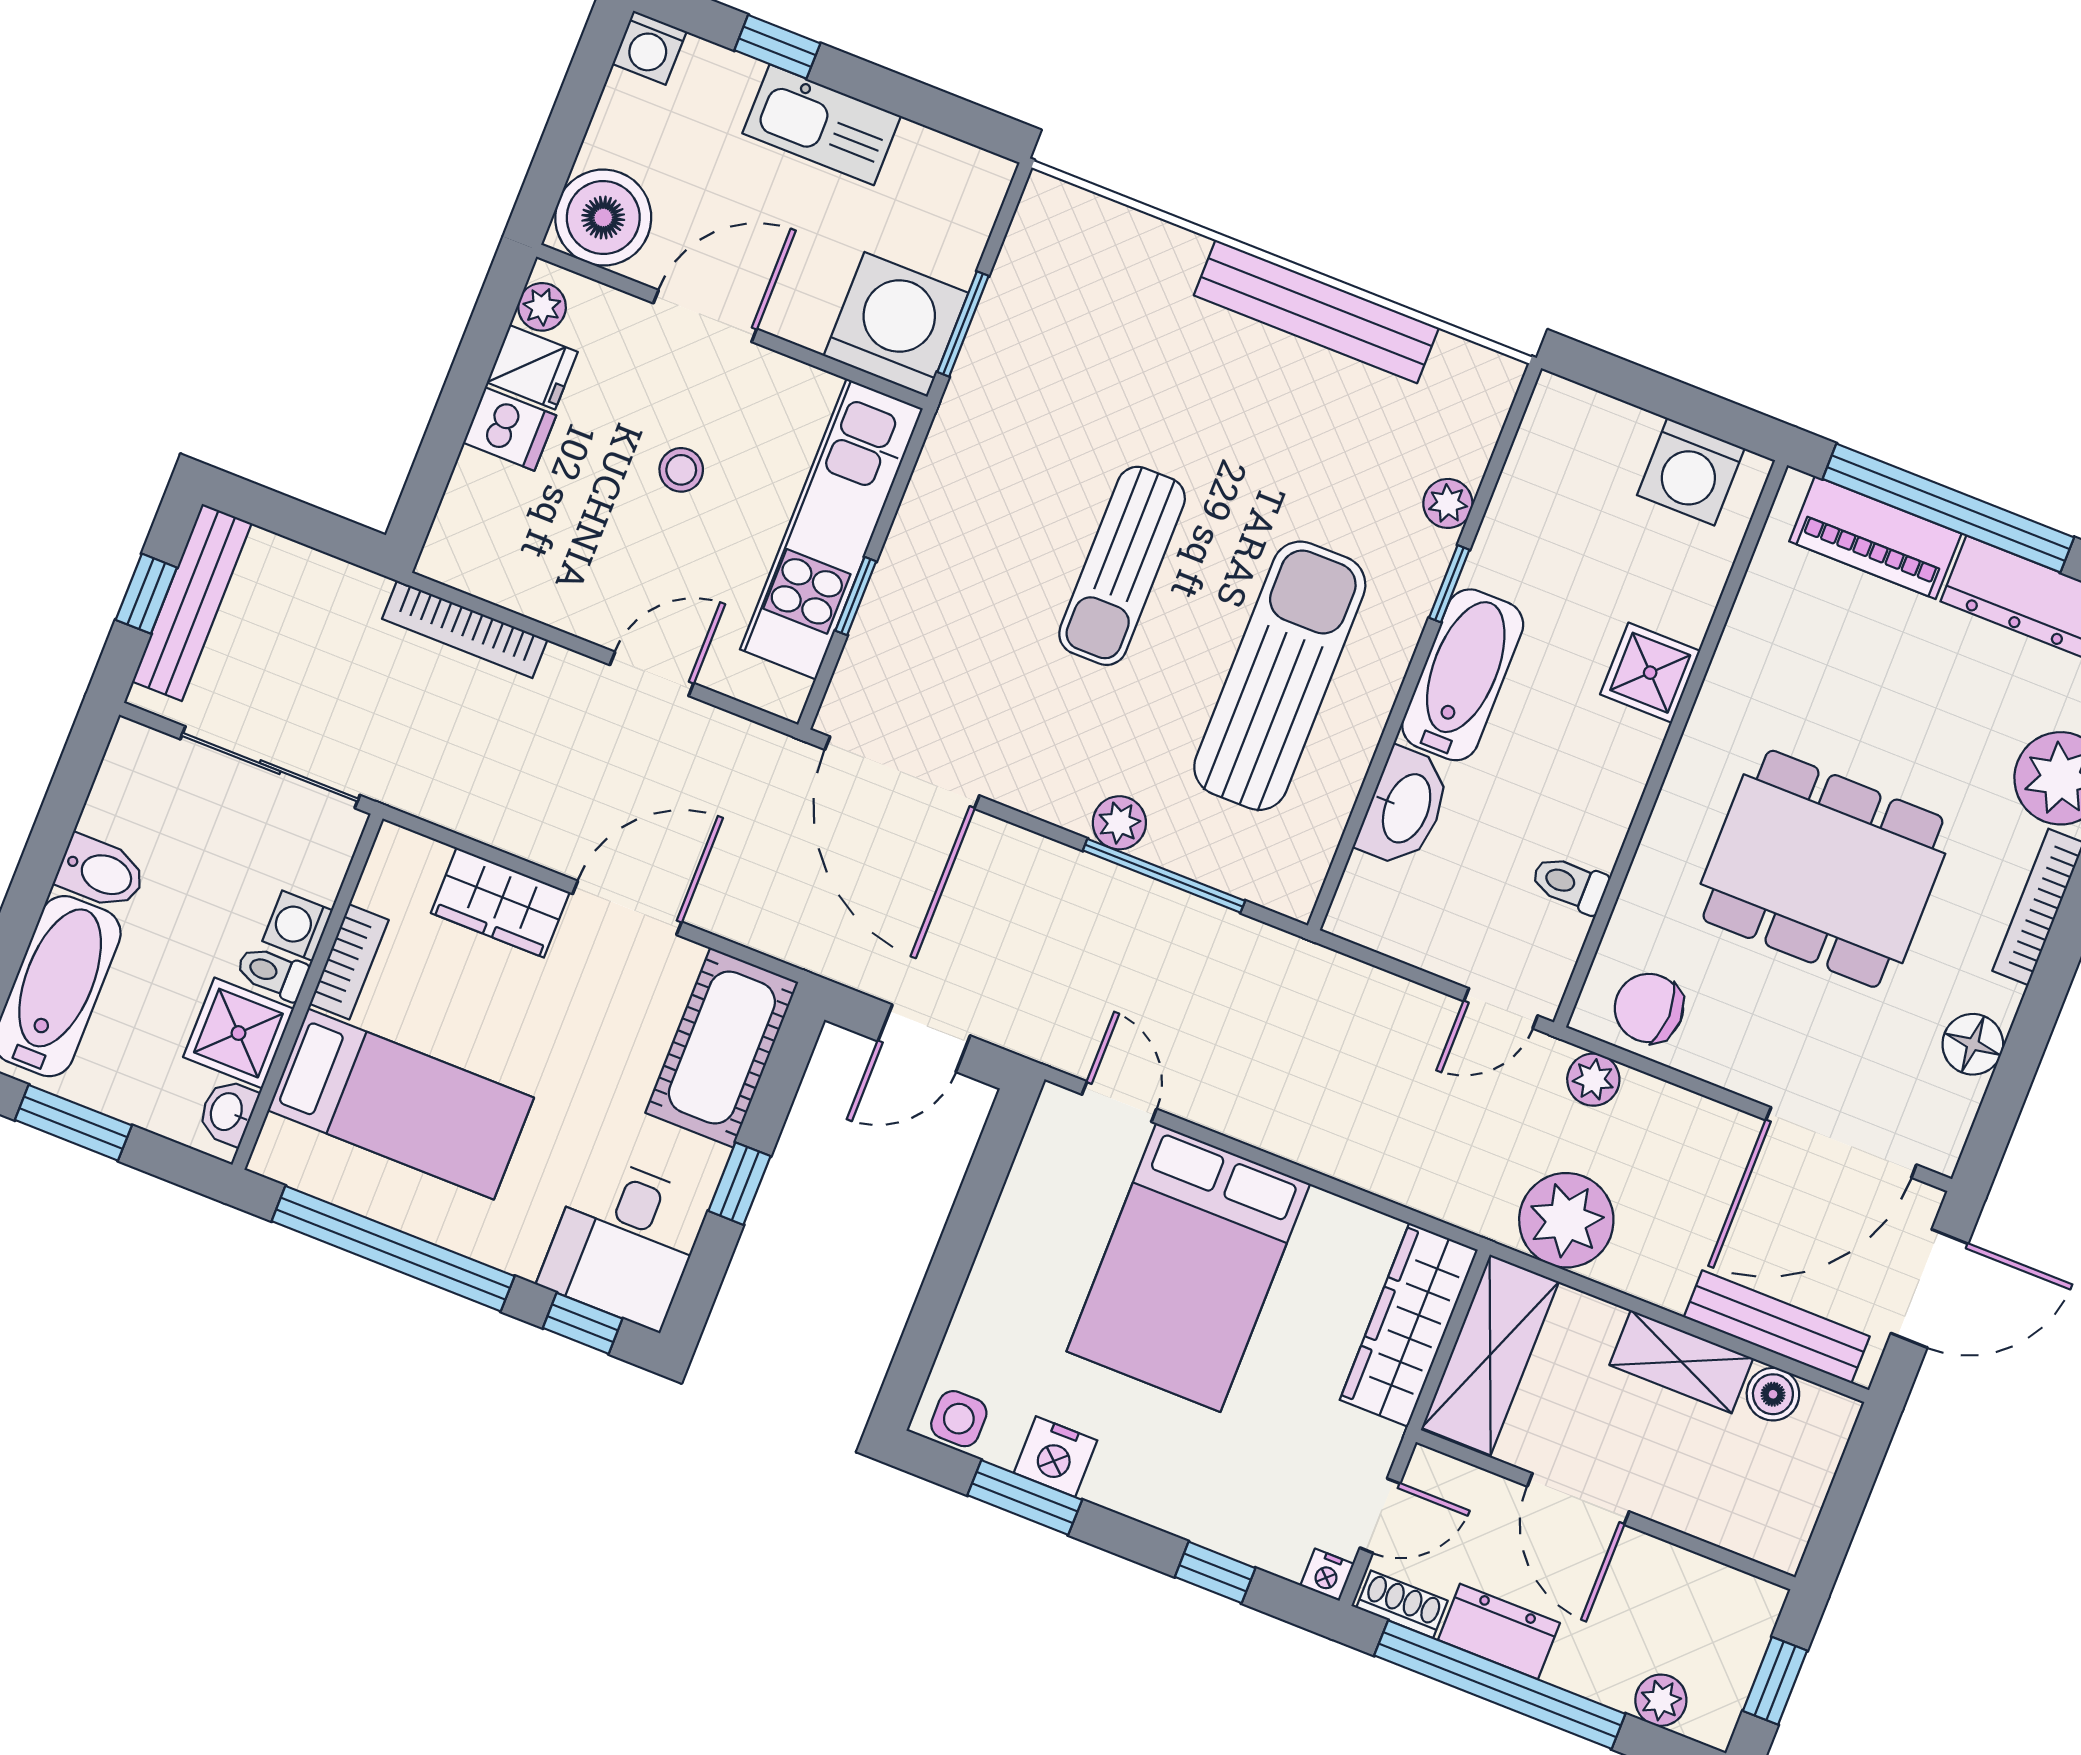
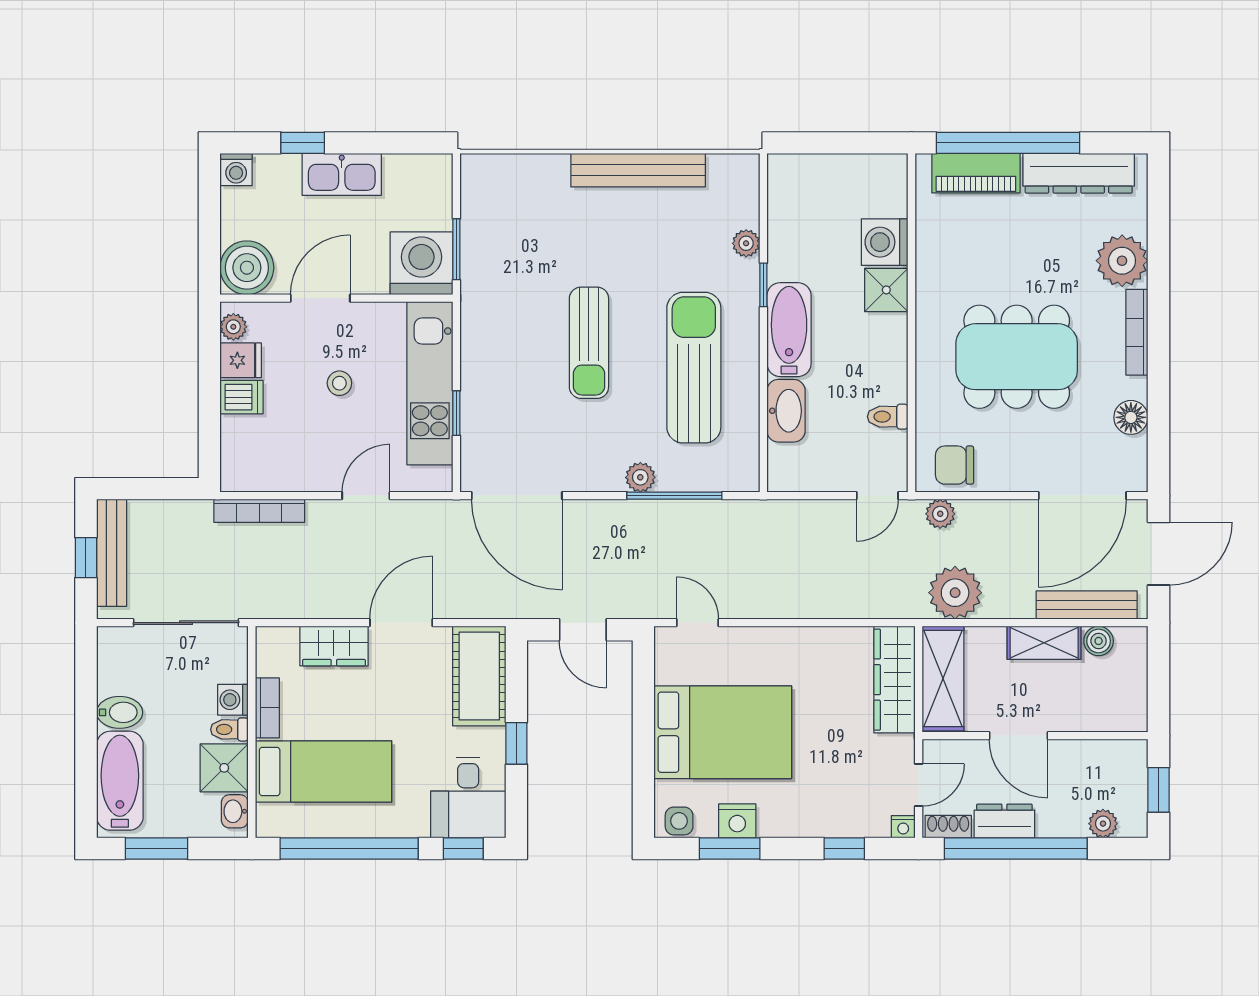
washing machine: (1691, 472) -> (885, 242), moved, turned 90
door: (924, 1038) -> (583, 630), hinge flipped
bed: (1188, 1268) -> (723, 732), moved, turned -90

